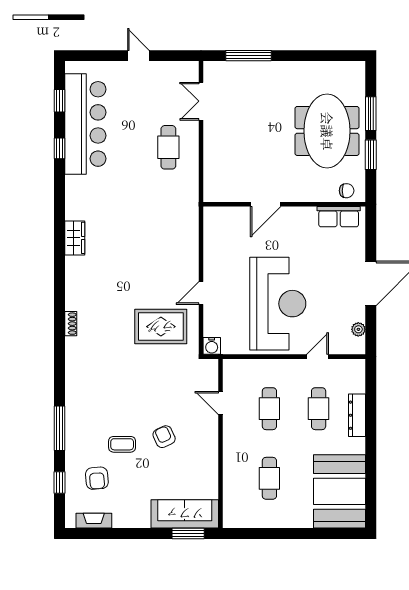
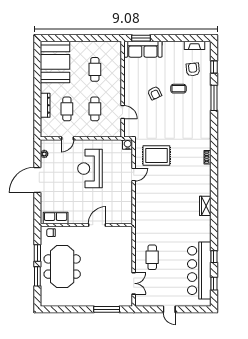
reception desk: (278, 304) -> (90, 169), width x0.74, depth x0.77

